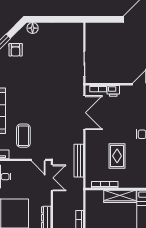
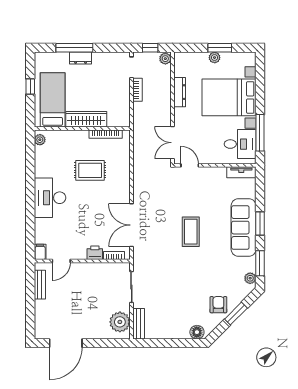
plant: (93, 36) -> (120, 322), added
coffee table: (23, 136) -> (191, 232), moved
rug: (117, 156) -> (90, 170), turned 90
bench: (79, 161) -> (139, 324), moved, width x0.73

